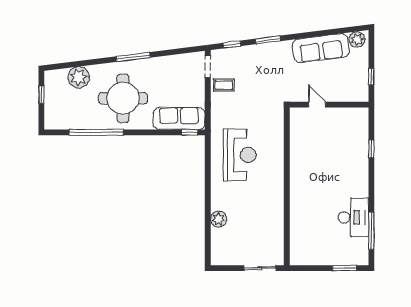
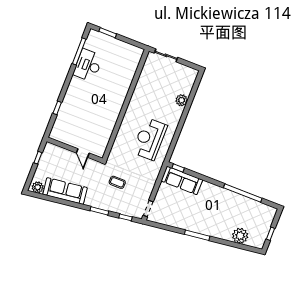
coffee table: (224, 85) -> (117, 182), moved
round table: (123, 98) -> (215, 209), removed

